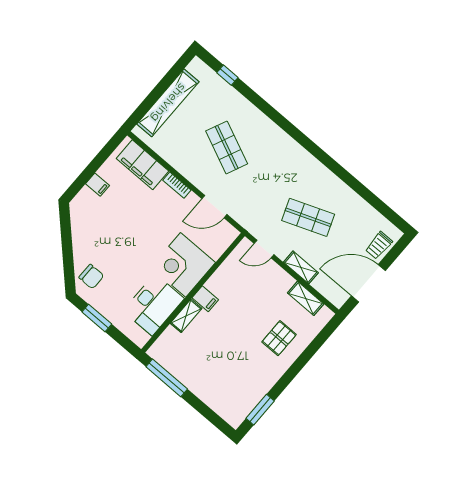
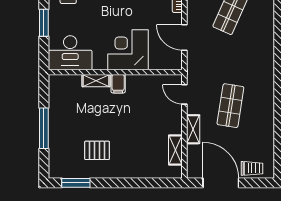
shop shelf: (308, 217) -> (230, 106), turned 30
trolley: (379, 245) -> (252, 168), turned 180
desk: (154, 305) -> (70, 53), moved
pallet: (279, 338) -> (97, 150), moved
window: (167, 378) -> (44, 128), moved

